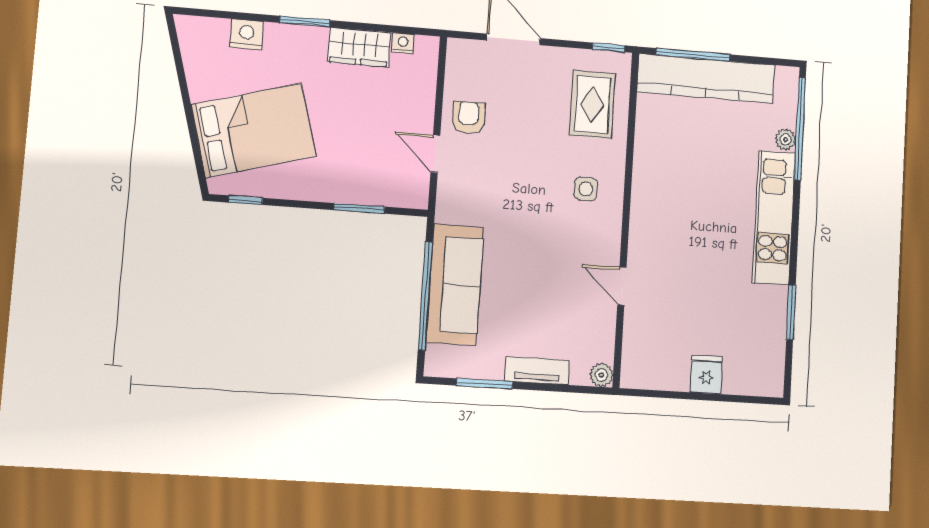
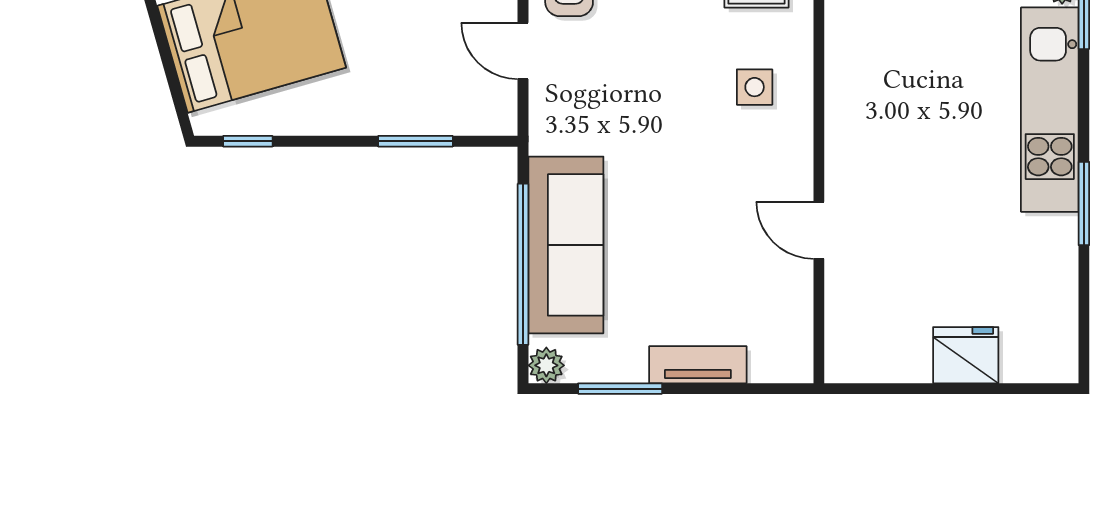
window: (791, 312) -> (1084, 204), moved
plant: (601, 375) -> (546, 365), moved
fridge: (706, 375) -> (966, 355), width x1.38

